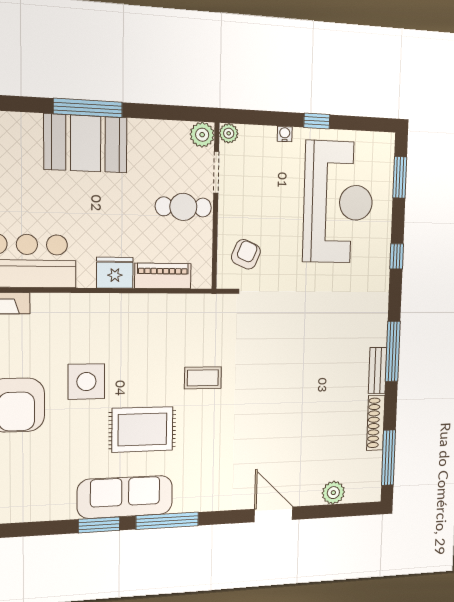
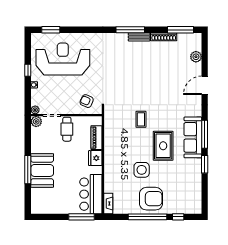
window: (397, 256) -> (86, 30), removed
sofa: (125, 497) -> (193, 137), moved

